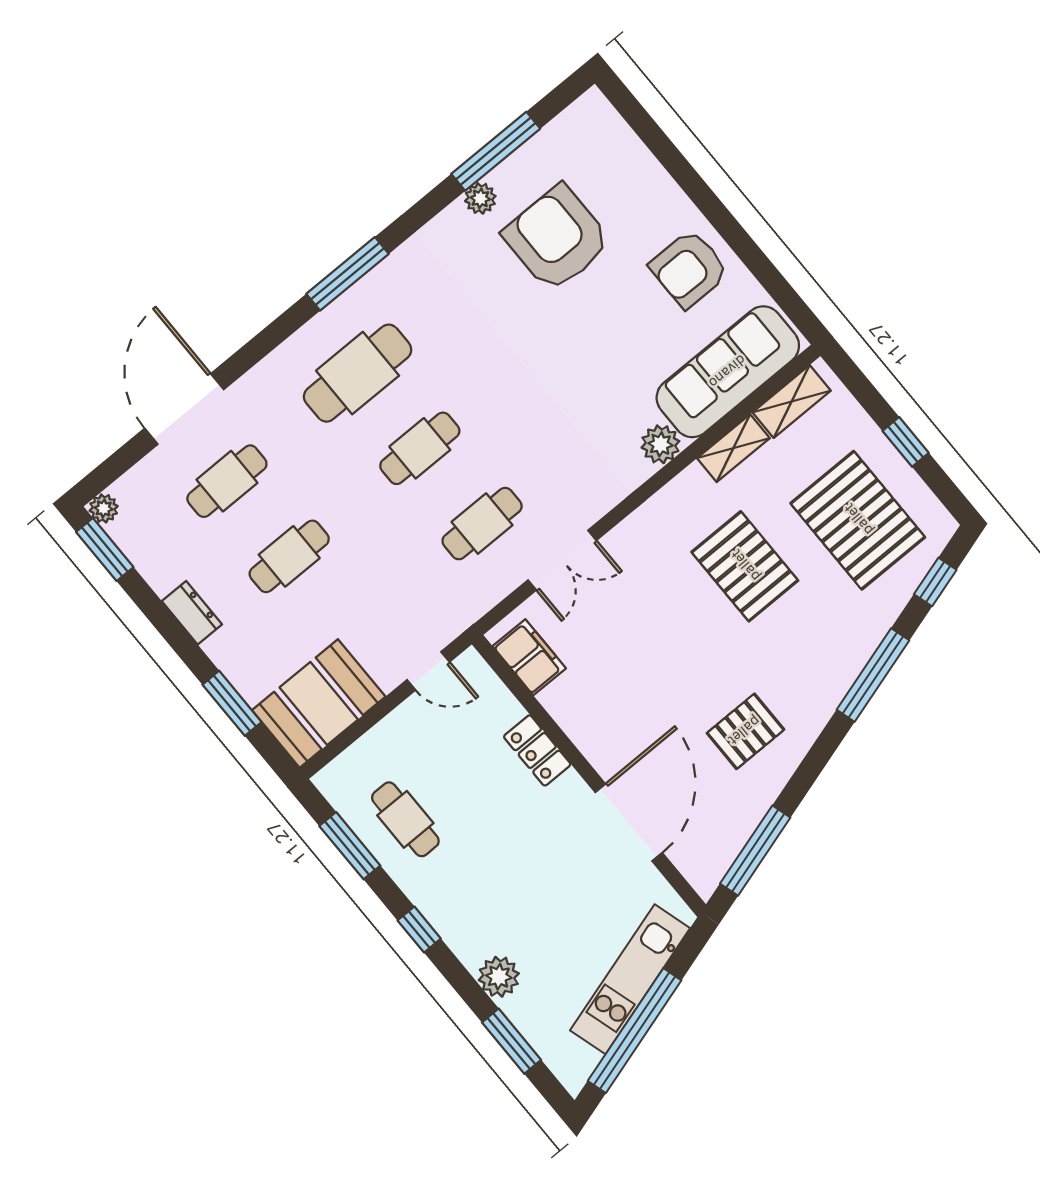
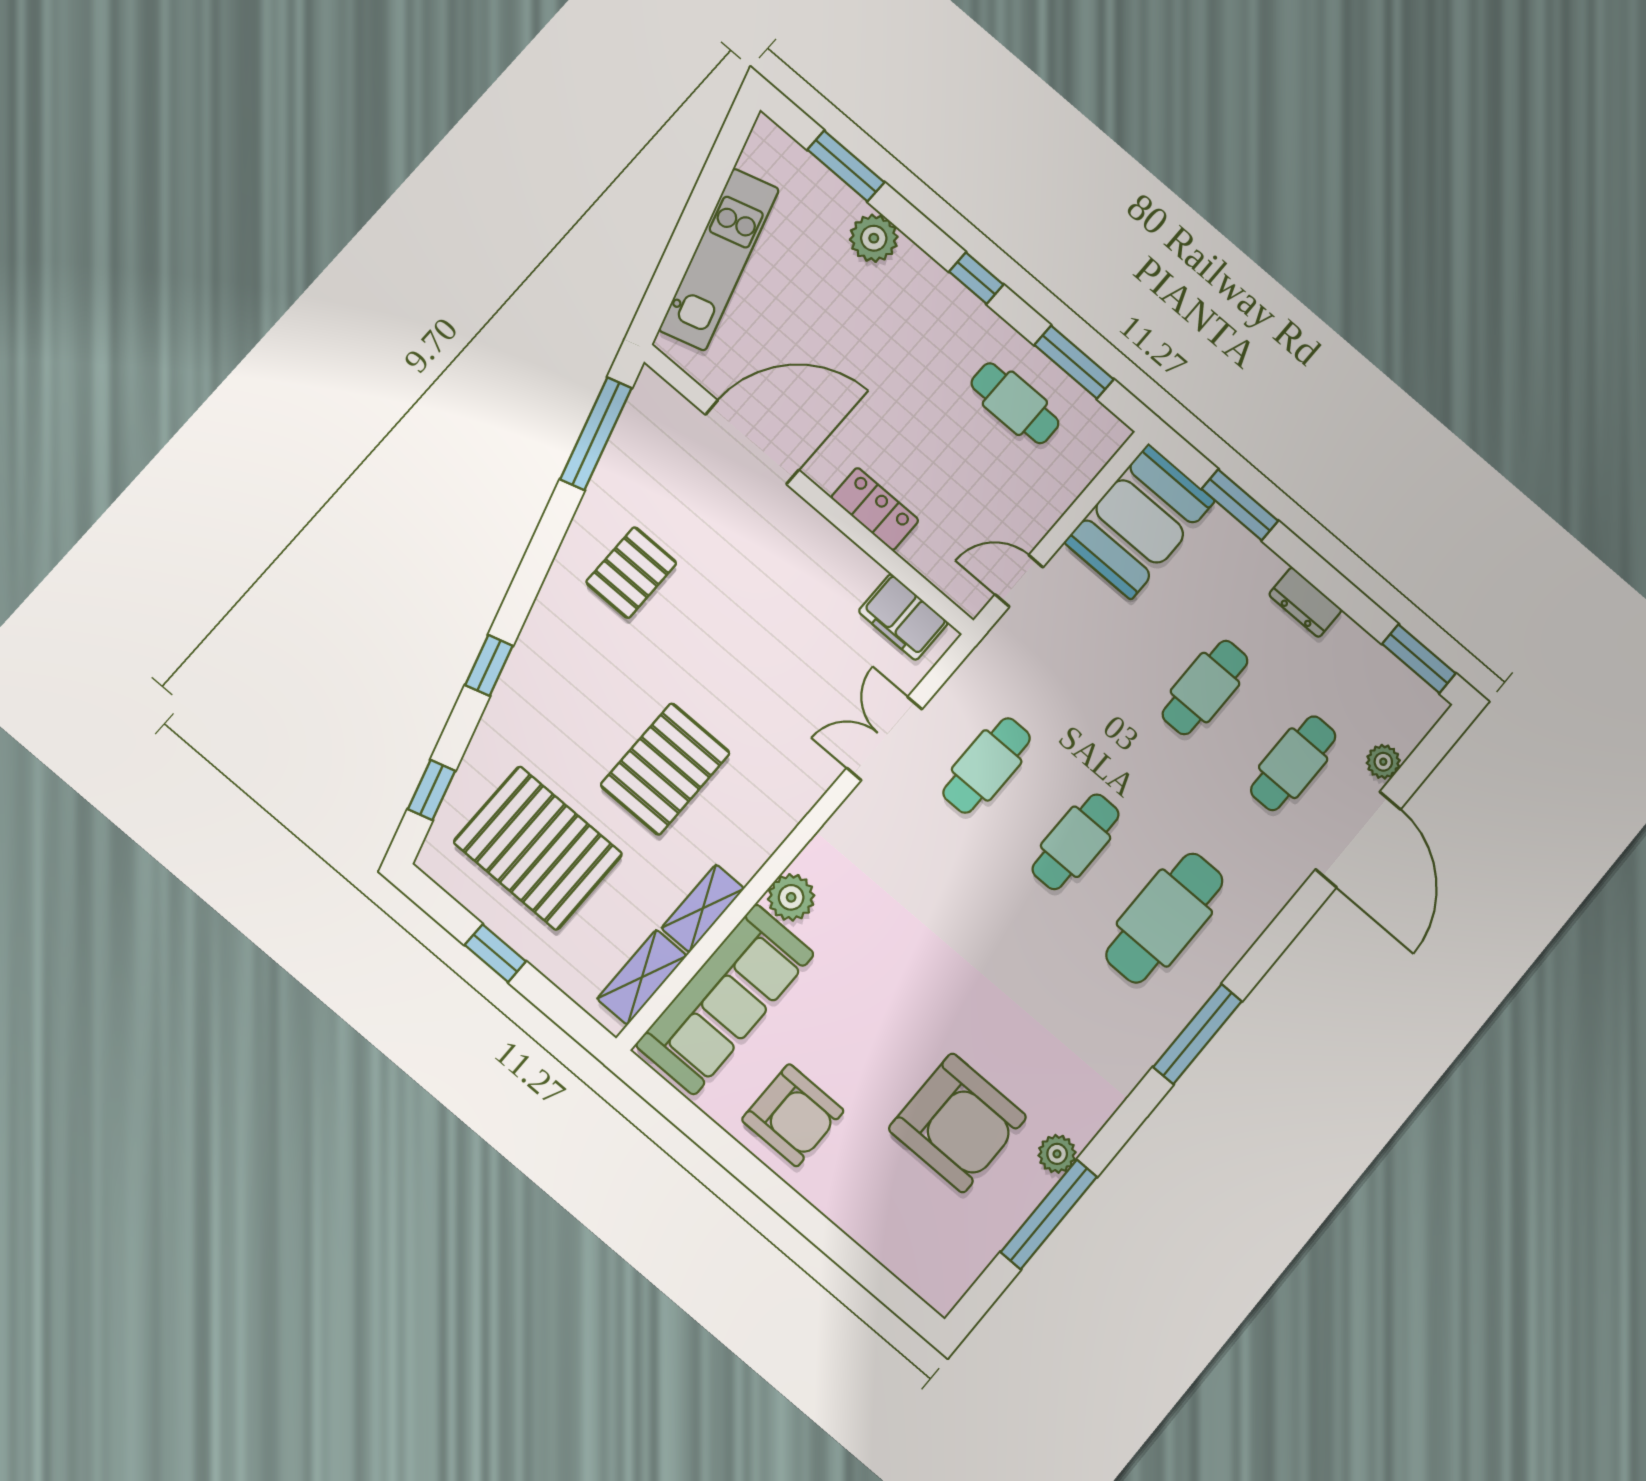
armchair: (689, 269) -> (793, 1115), turned 90
plant: (104, 508) -> (1383, 762), moved
pallet: (745, 566) -> (665, 769), turned 90
window: (873, 675) -> (489, 665), width x0.46
door: (629, 822) -> (752, 442), swing flipped
window: (635, 1031) -> (704, 201), removed

